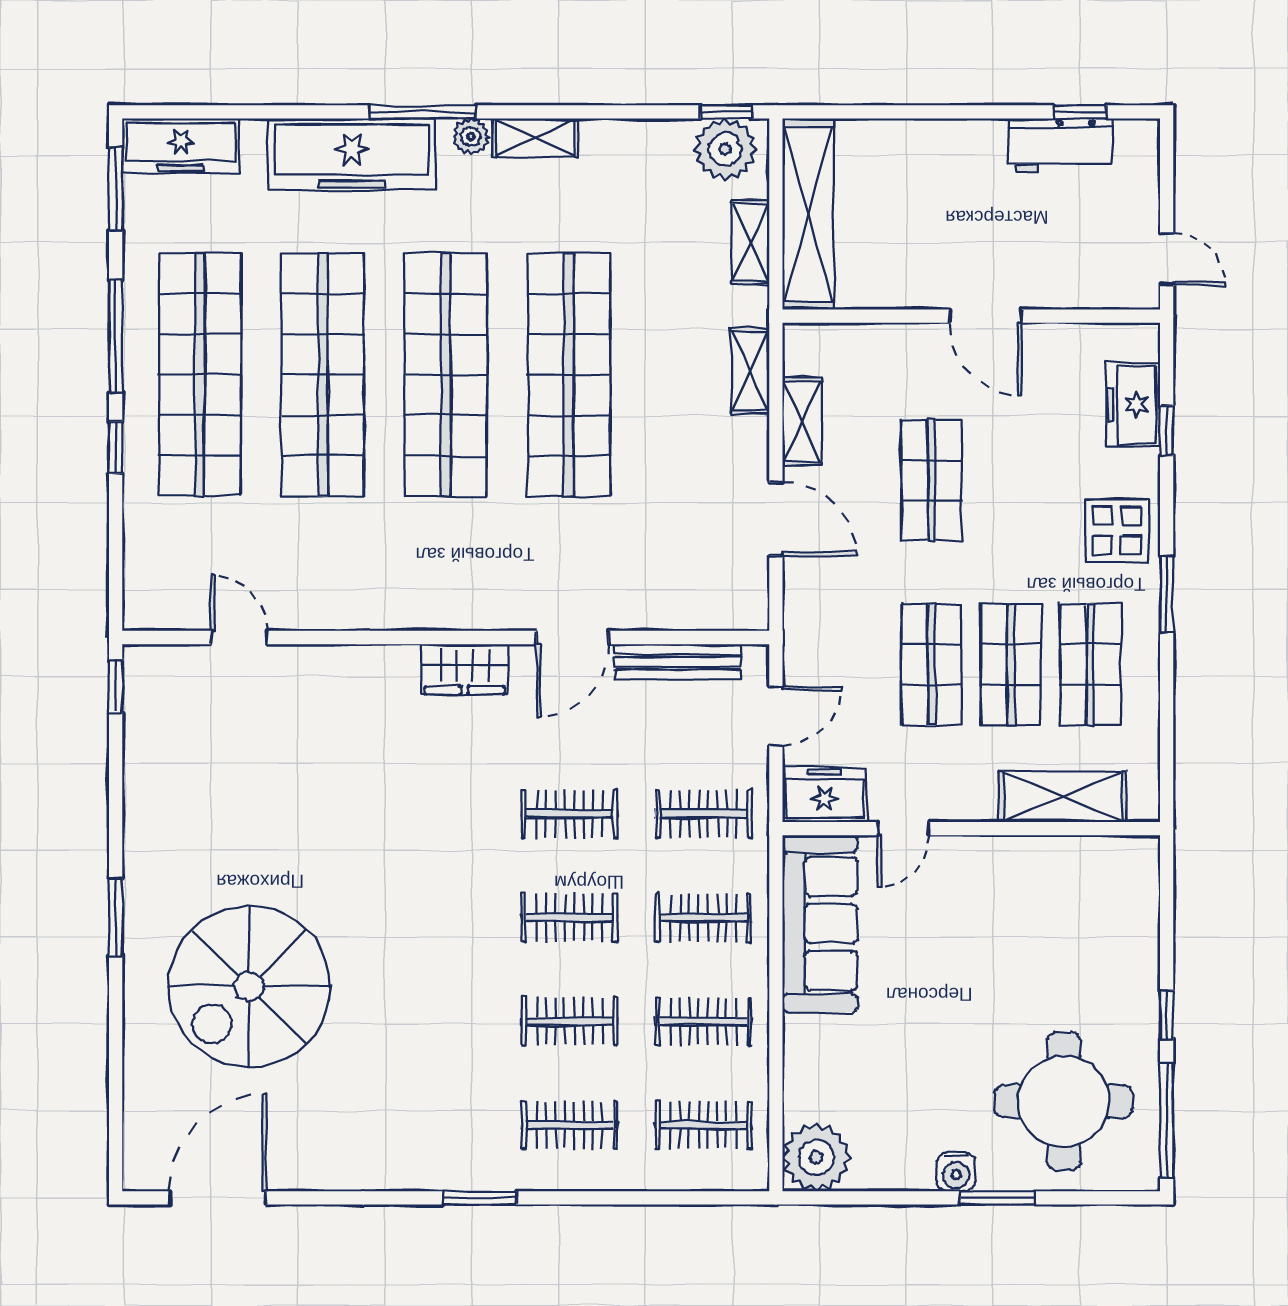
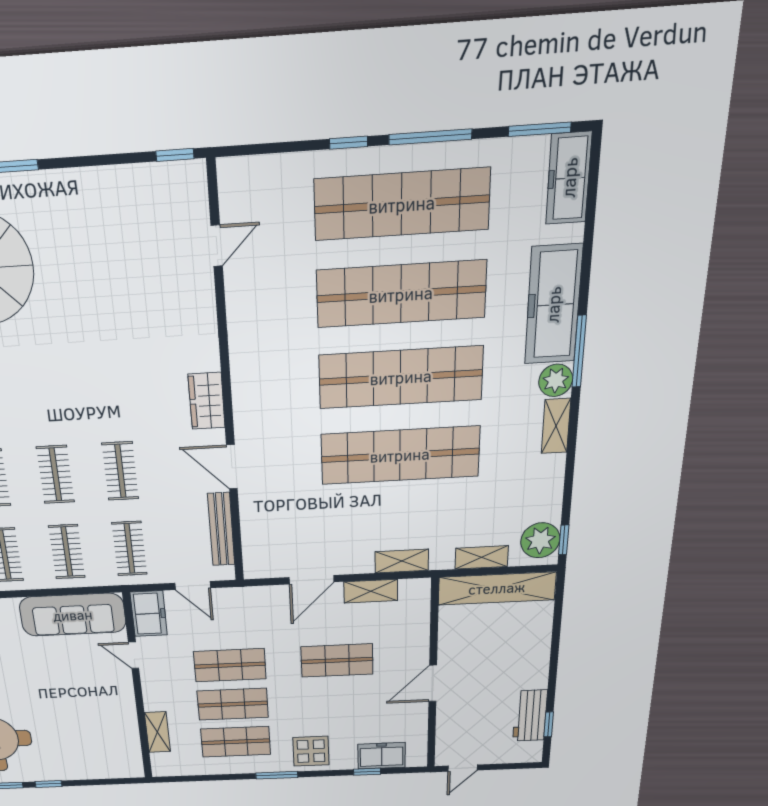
plant: (471, 137) -> (556, 380), width x1.38, depth x1.38
shelving: (1063, 796) -> (157, 732), width x0.67, depth x0.75

